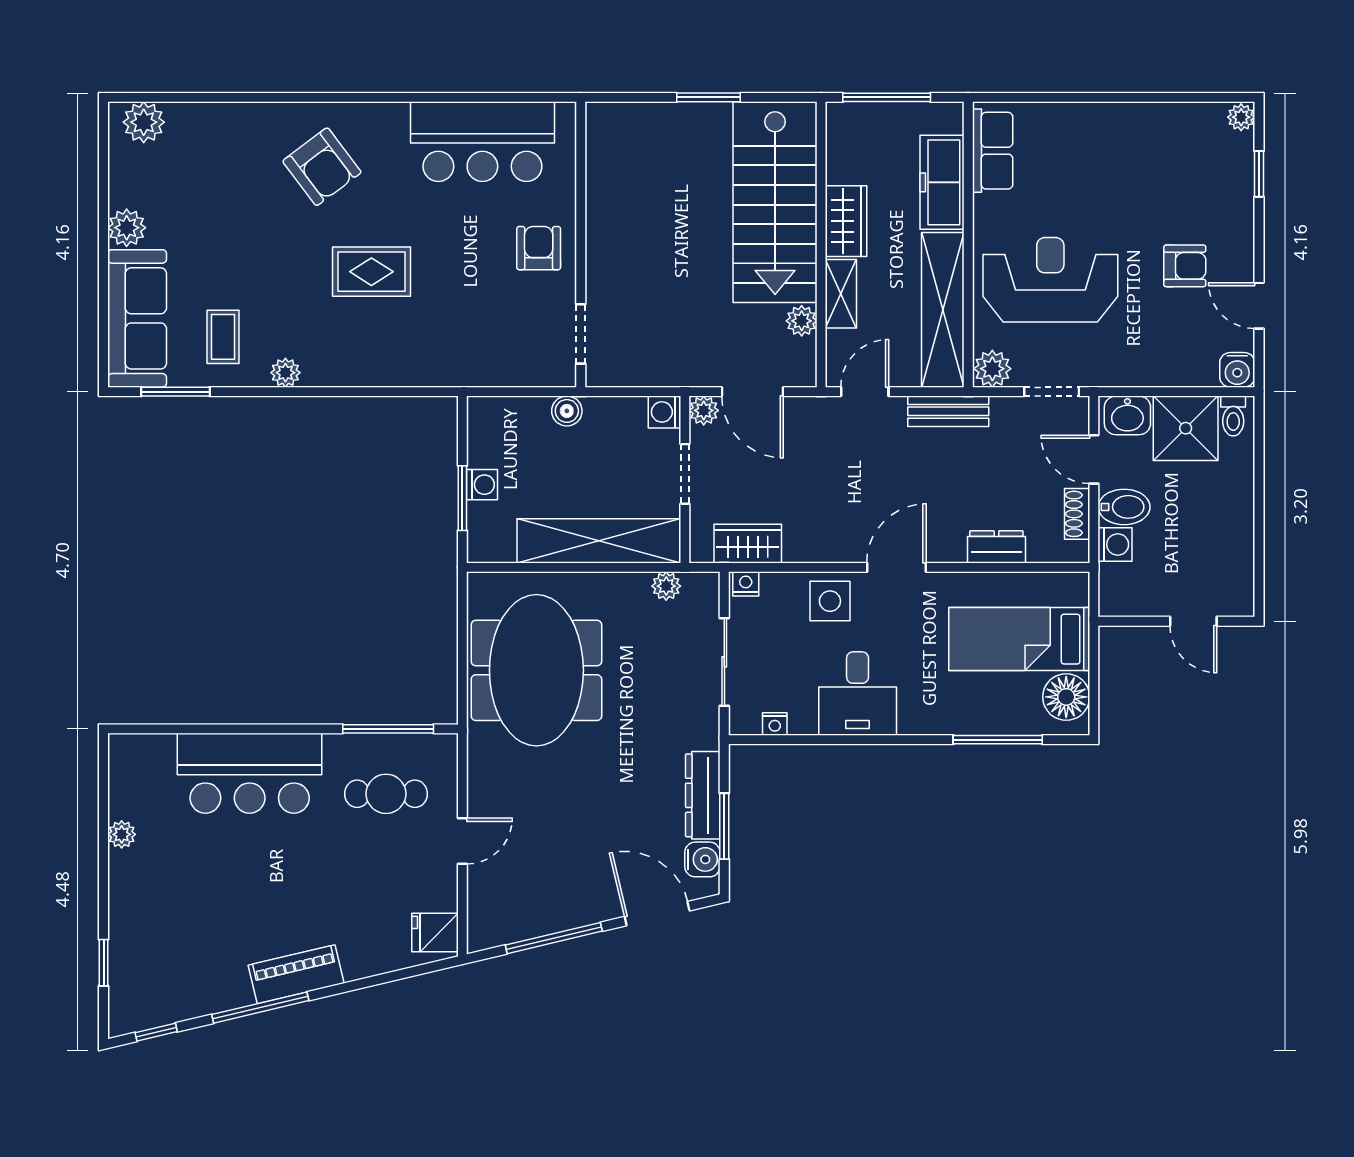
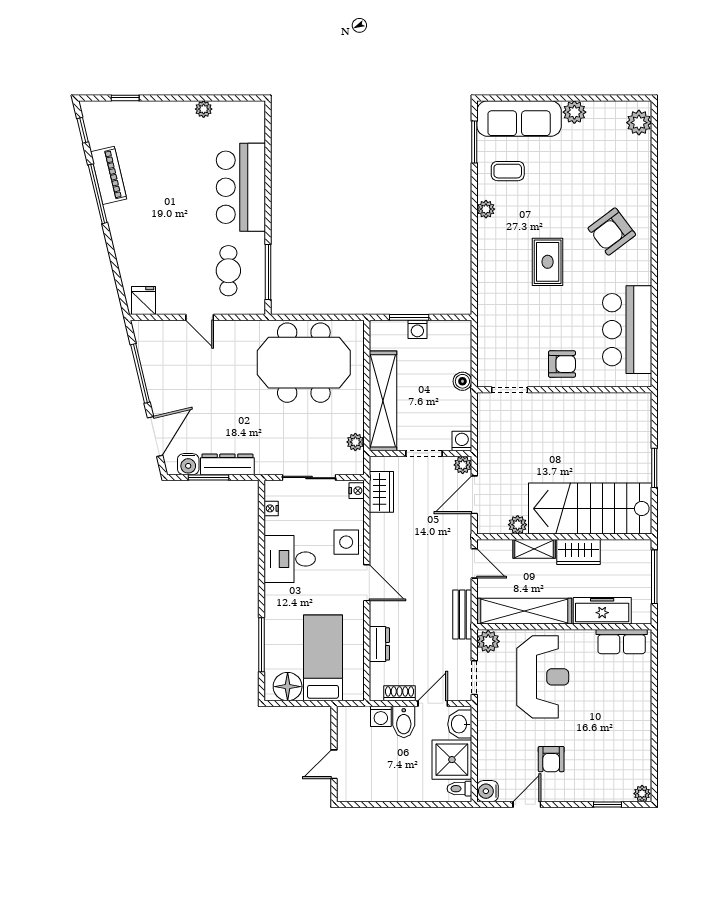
piano: (296, 974) -> (109, 175), moved

